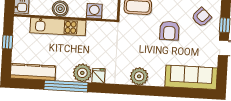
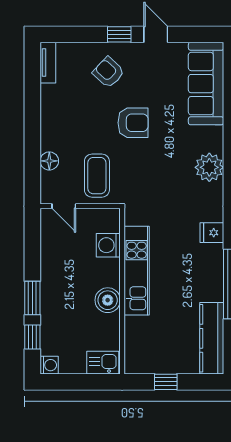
kitchen unit: (58, 27) -> (137, 271), moved
plant: (82, 73) -> (209, 259), removed

